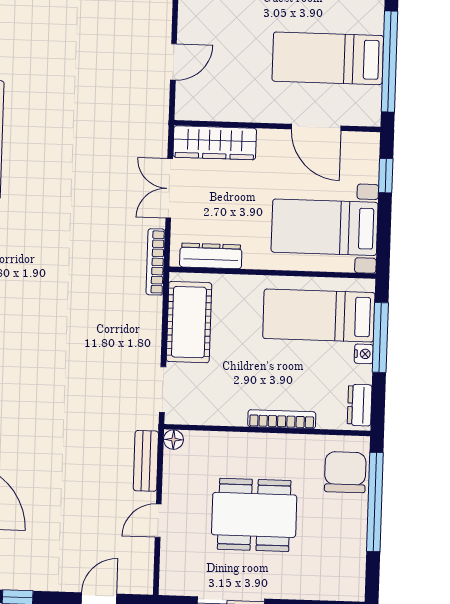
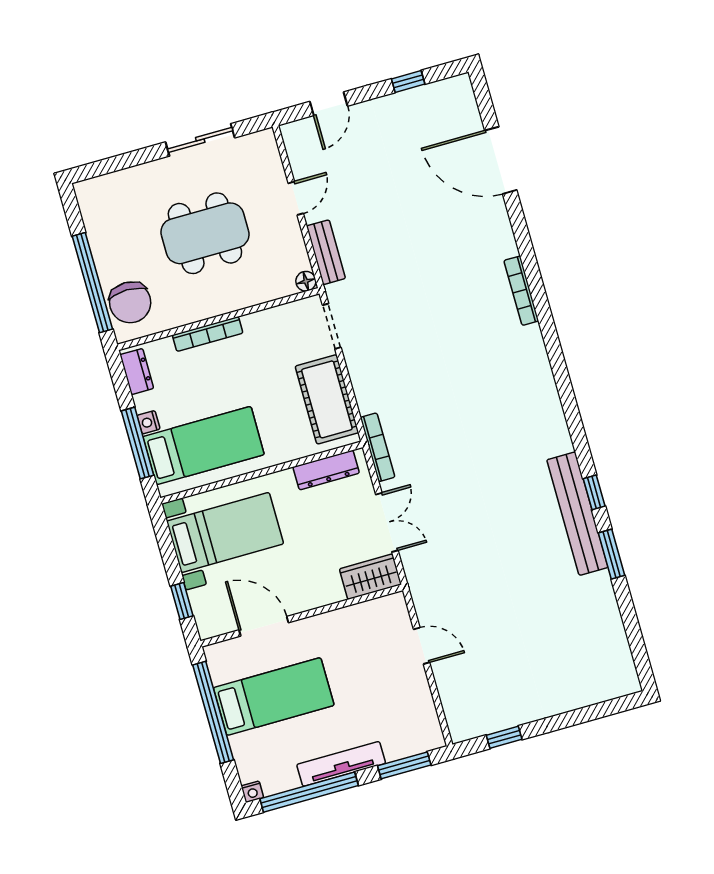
door: (173, 62) -> (422, 646), swing flipped
wardrobe: (215, 143) -> (370, 577), width x0.67

